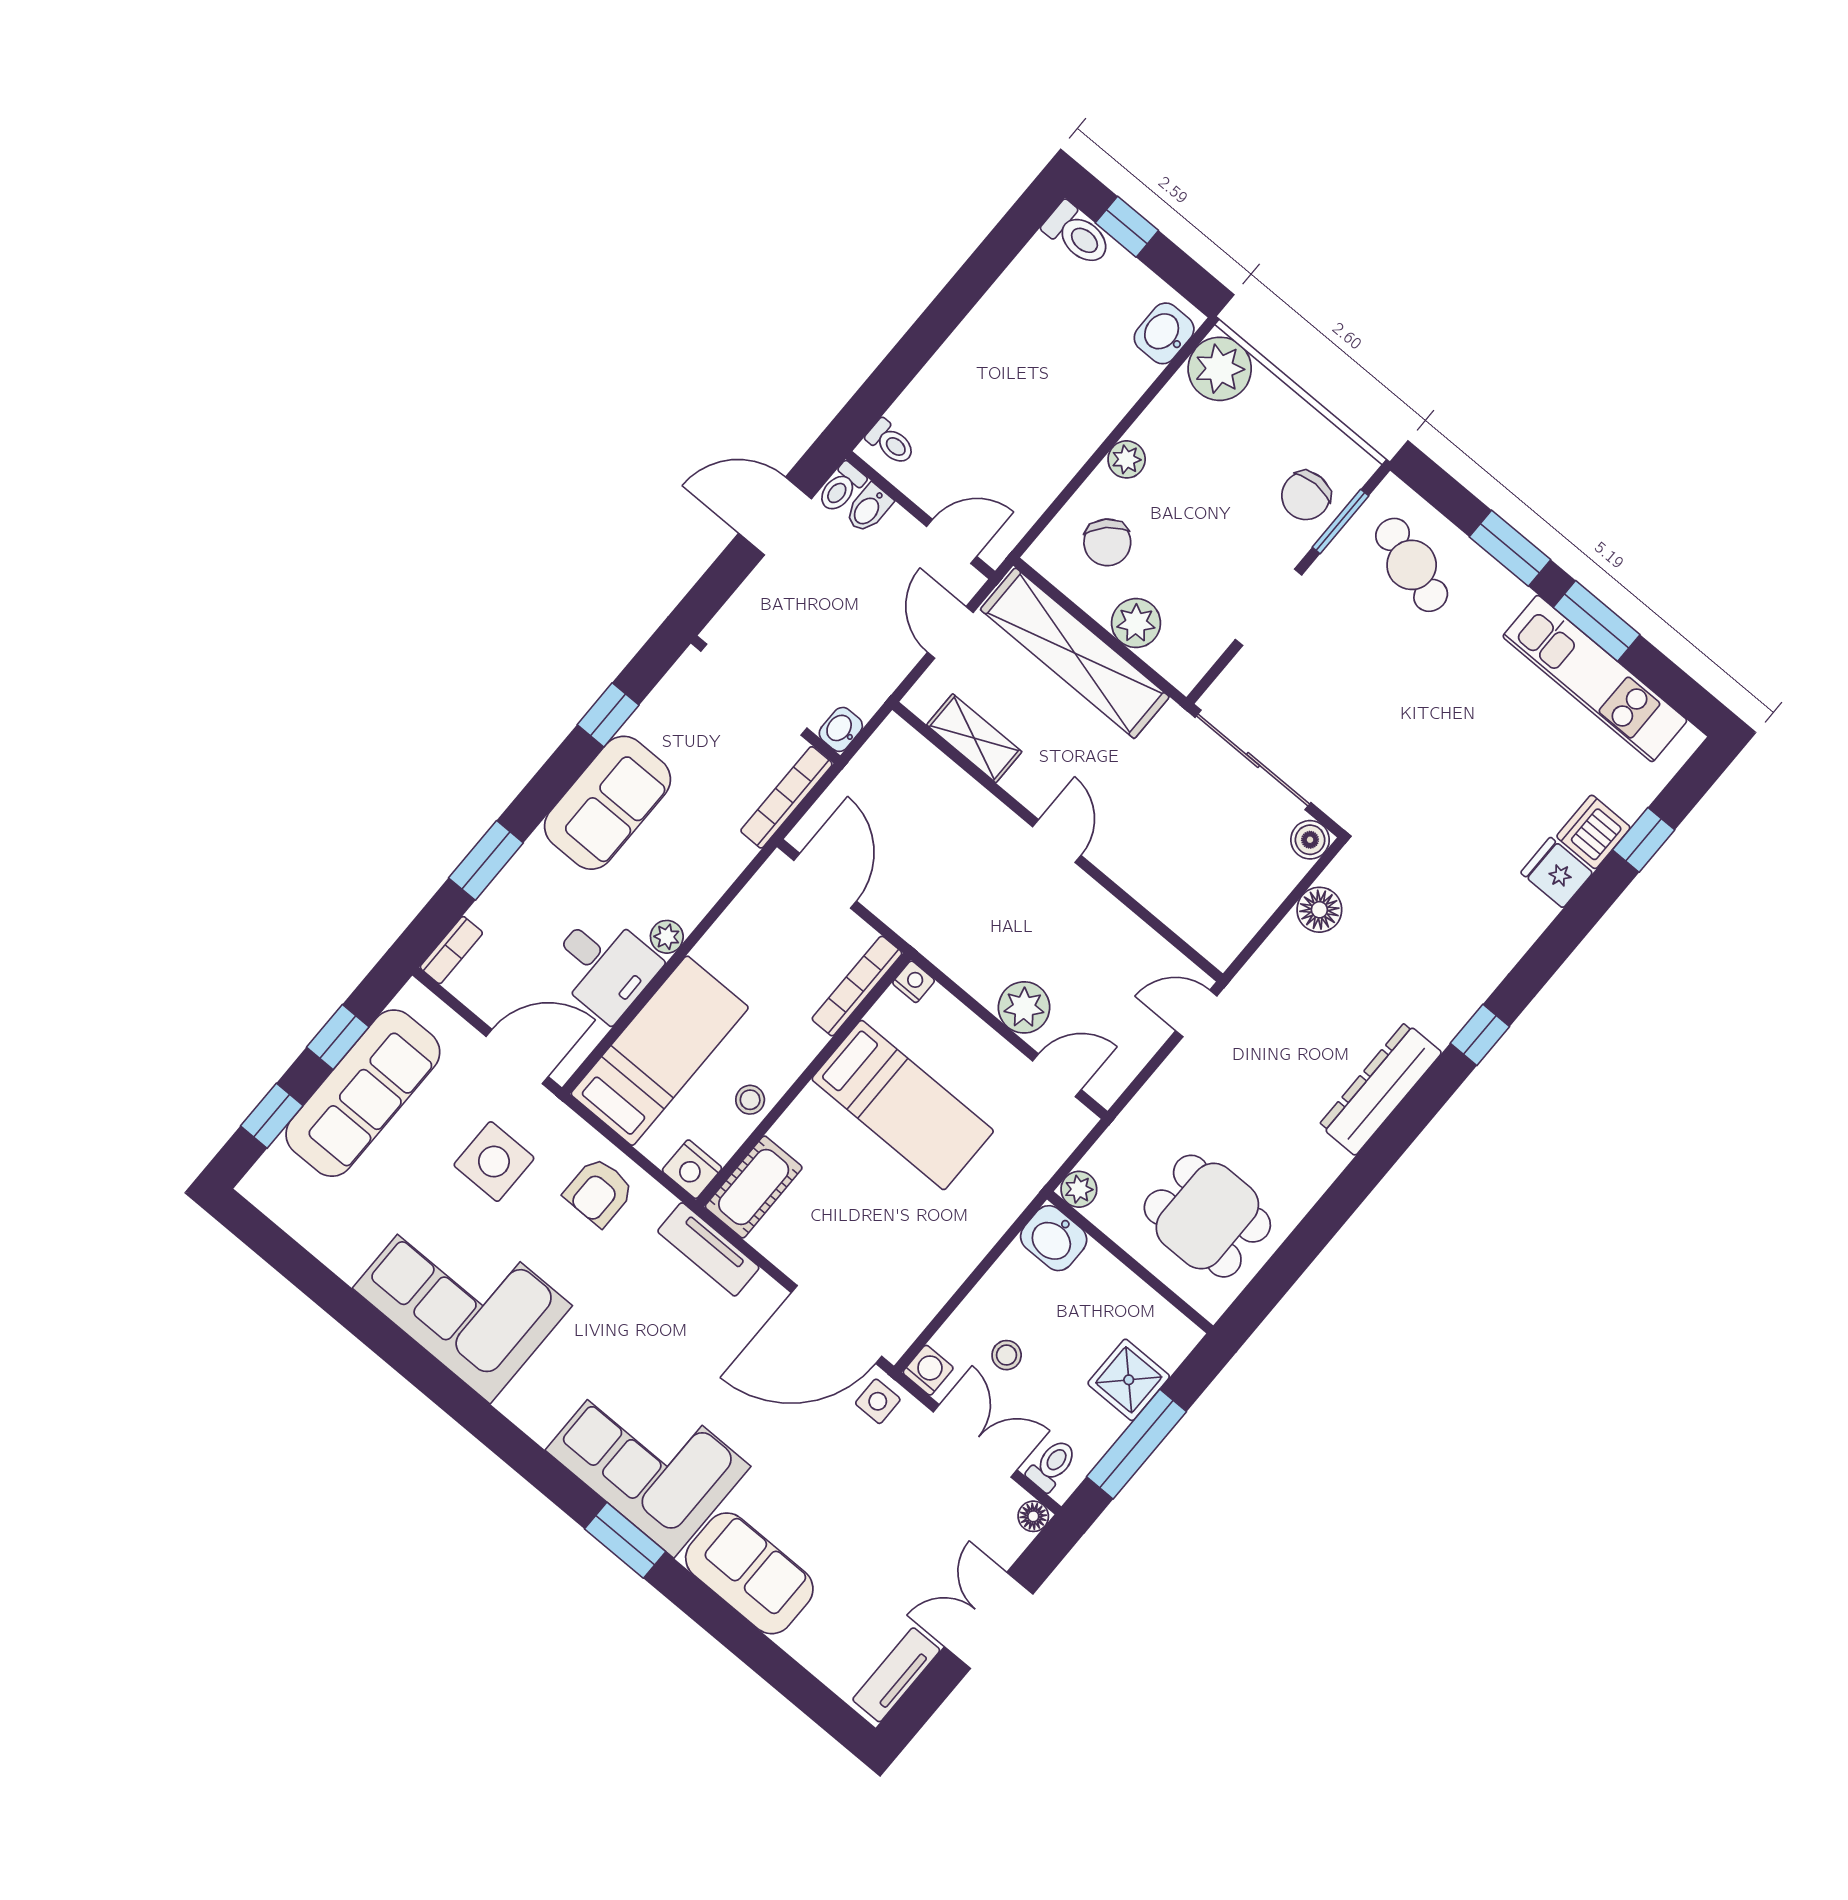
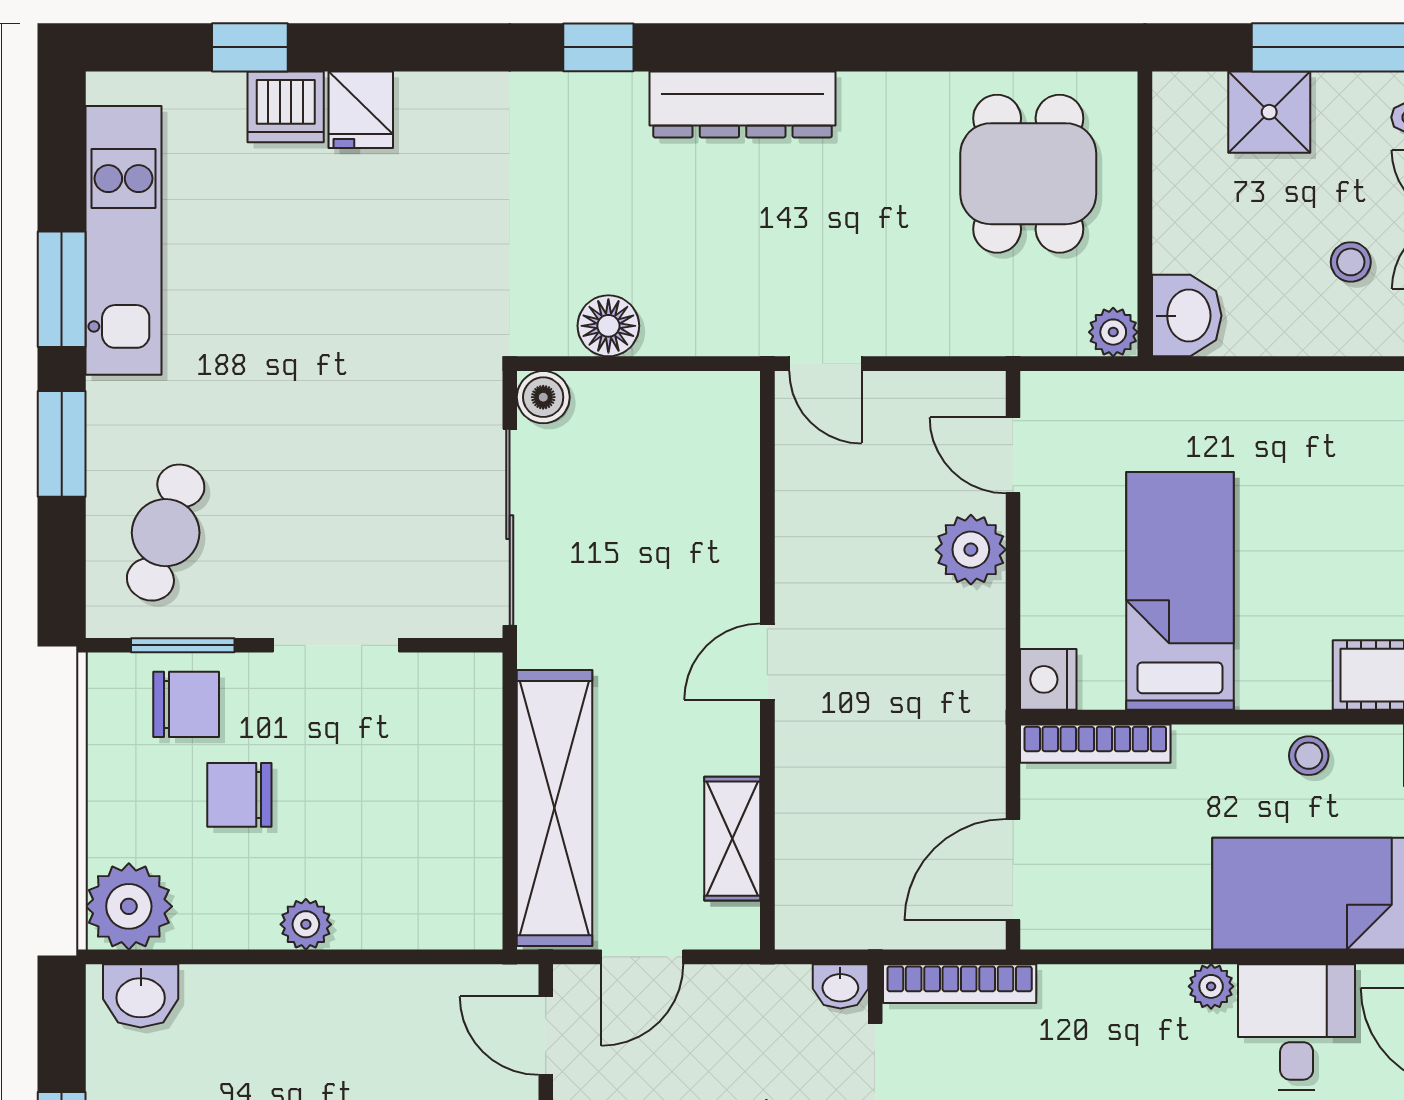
chair: (1107, 542) -> (239, 795), moved, turned -136
plant: (1136, 623) -> (469, 770), removed
nightstand: (914, 982) -> (1048, 679), width x1.39, depth x1.35

